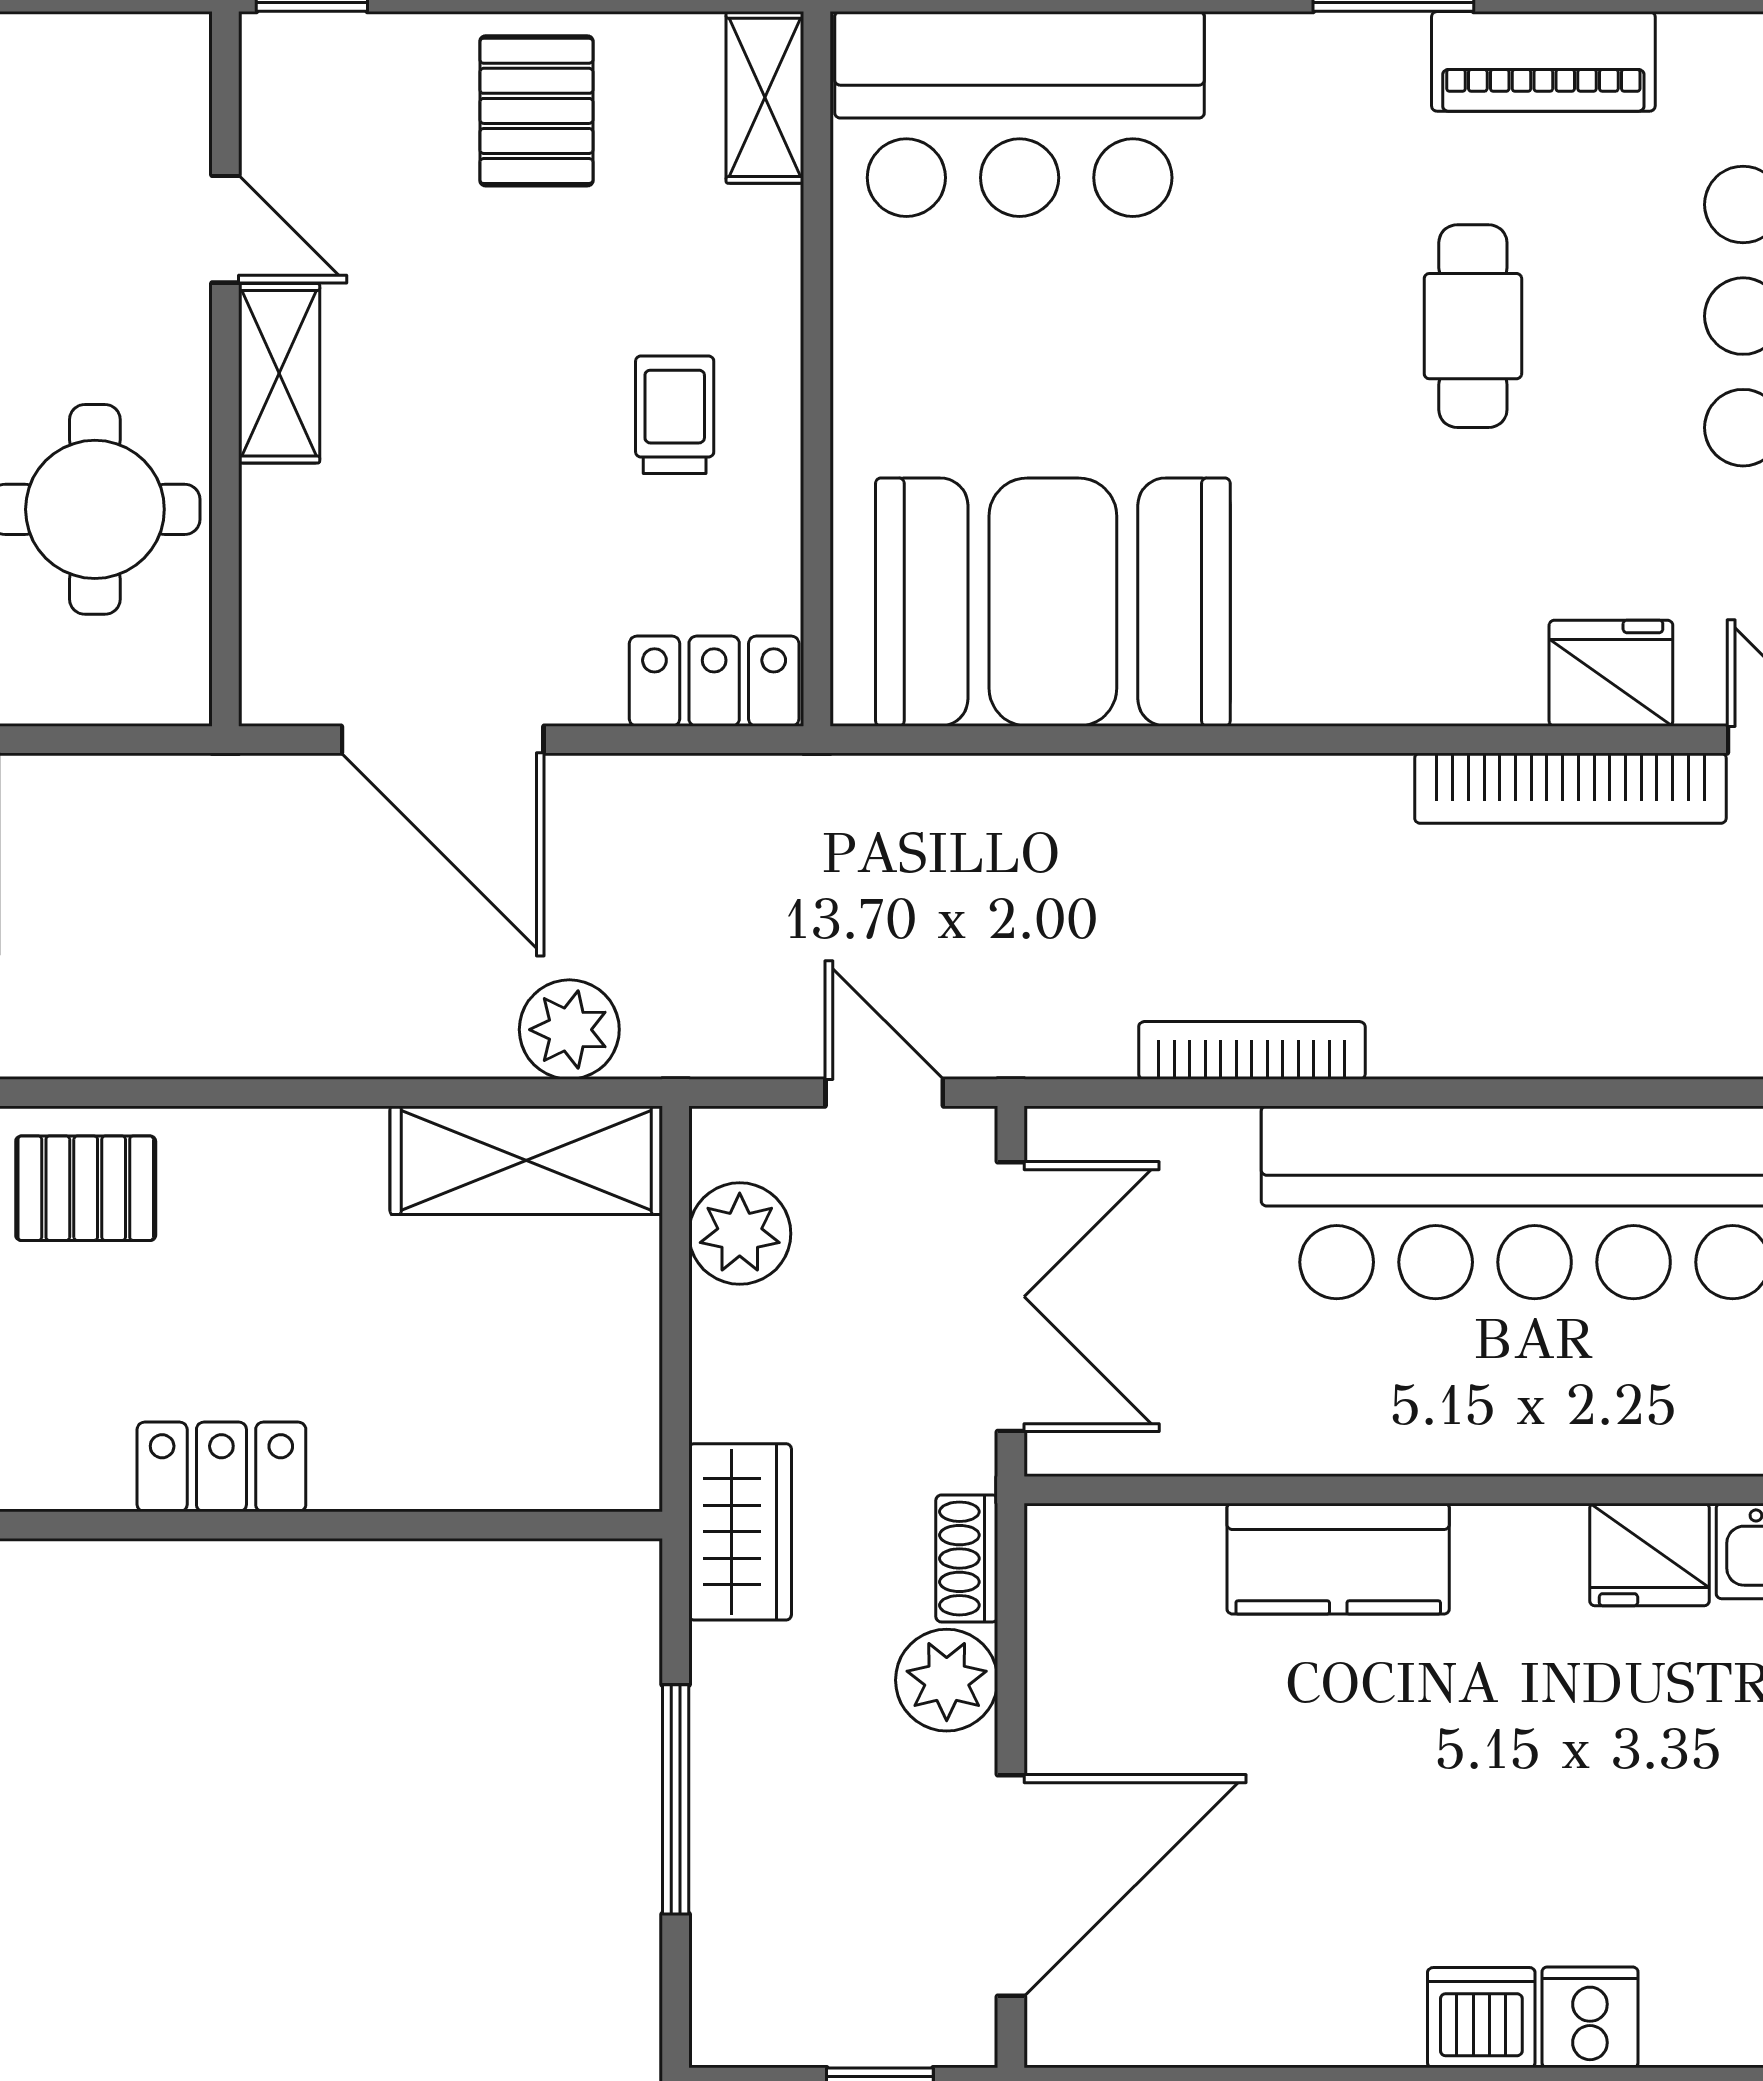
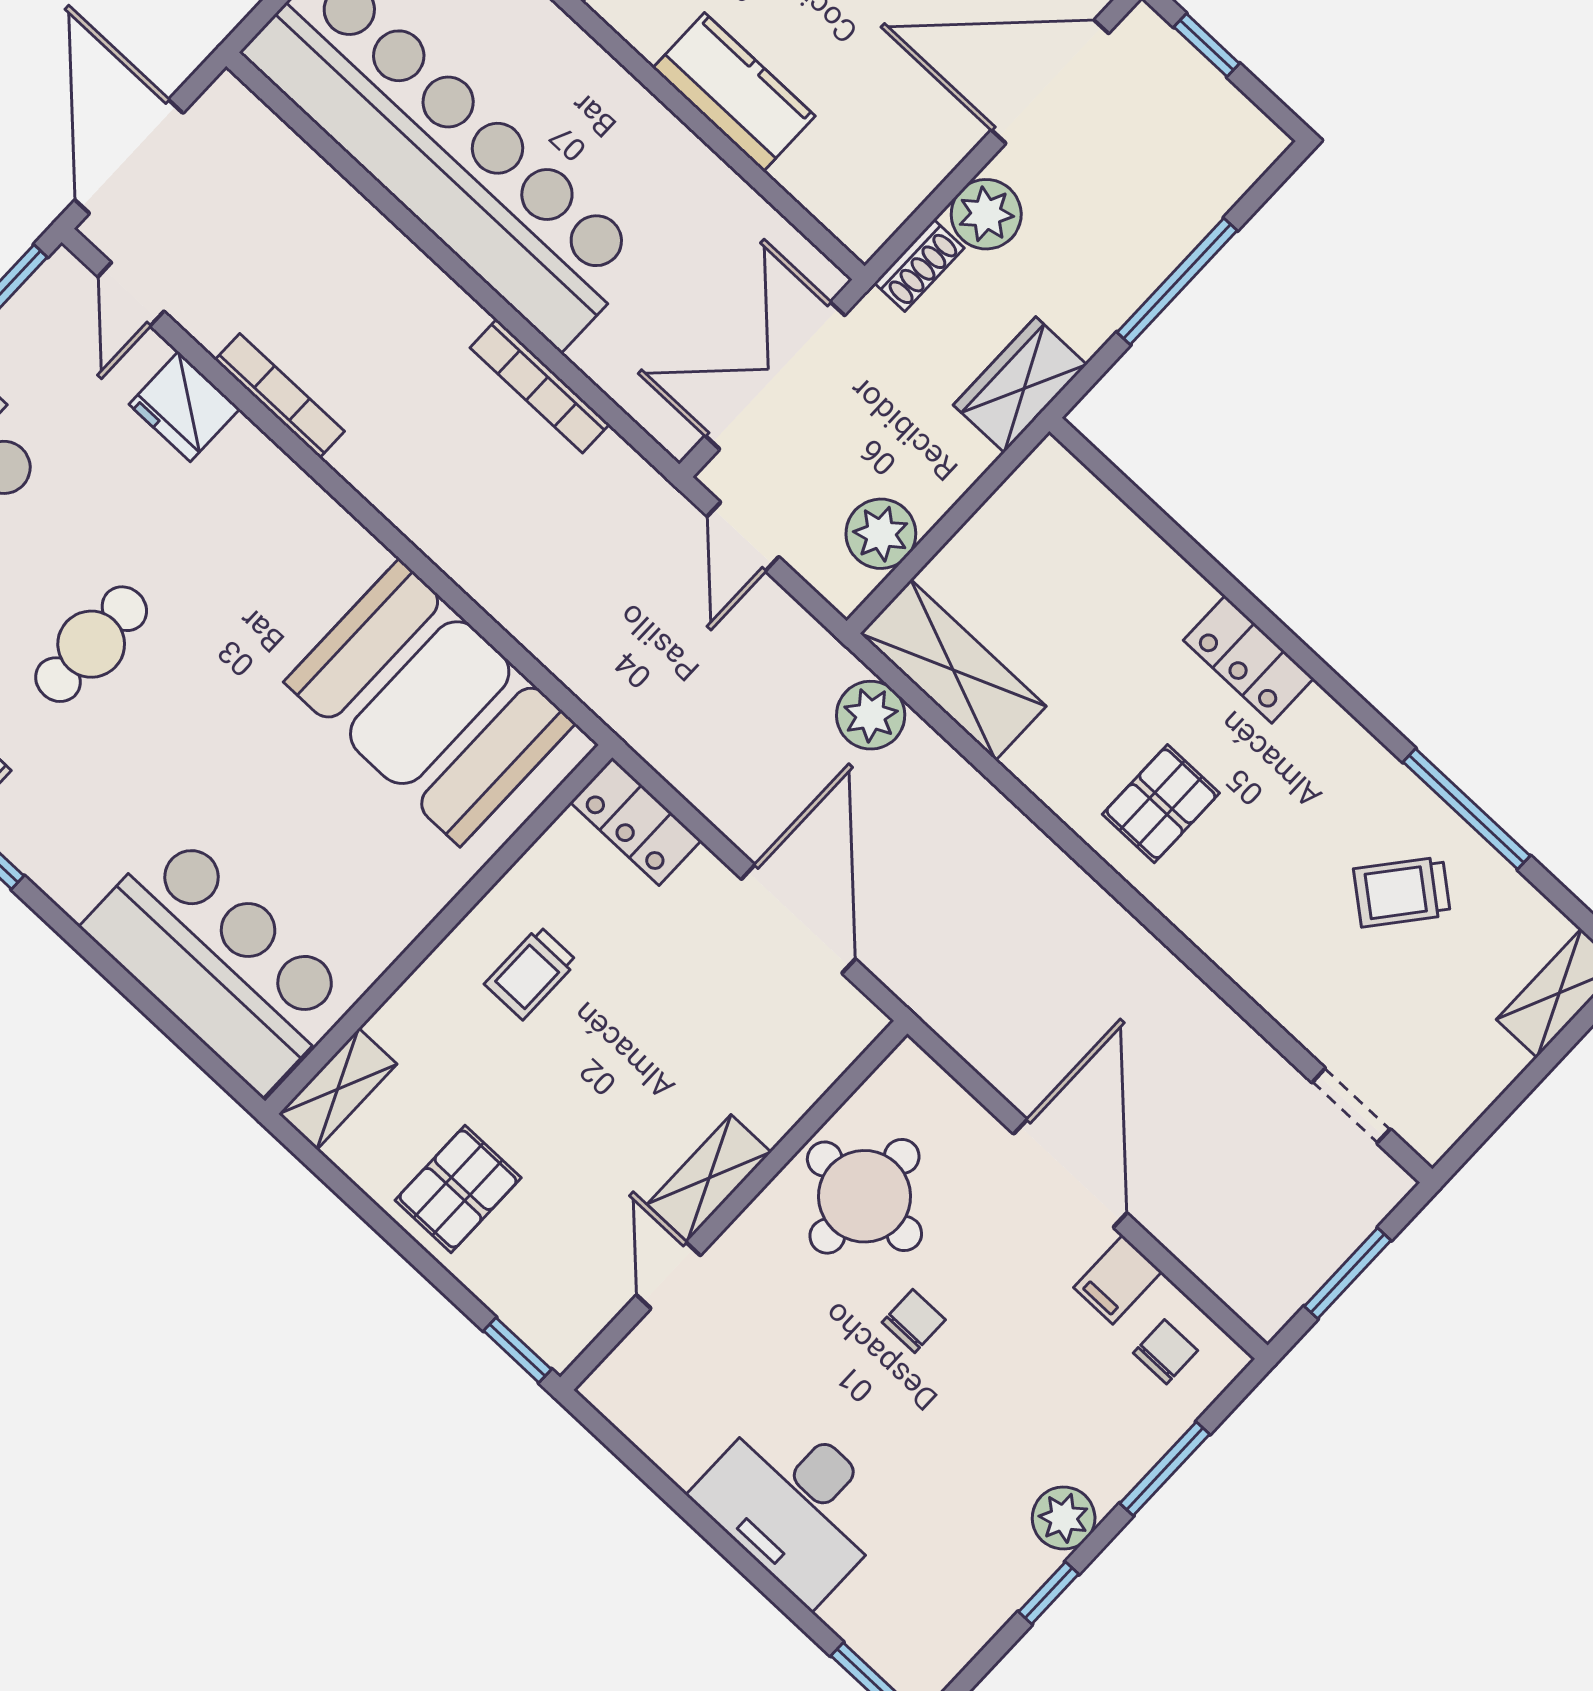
bookcase: (1570, 788) -> (279, 396), width x0.68, depth x0.76
pallet: (86, 1188) -> (1161, 804), moved, turned 90

